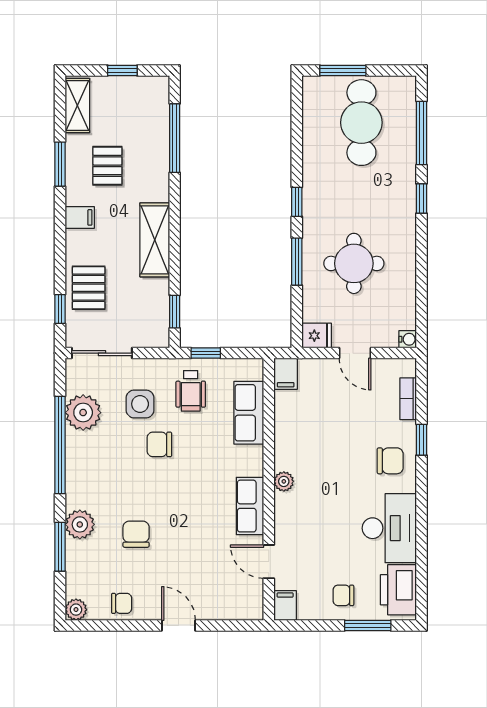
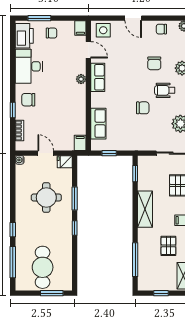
window: (206, 353) -> (109, 153), moved
wheelchair: (191, 391) -> (165, 90), moved, turned -90
side table: (140, 404) -> (103, 30), moved
plant: (284, 481) -> (81, 79), moved

